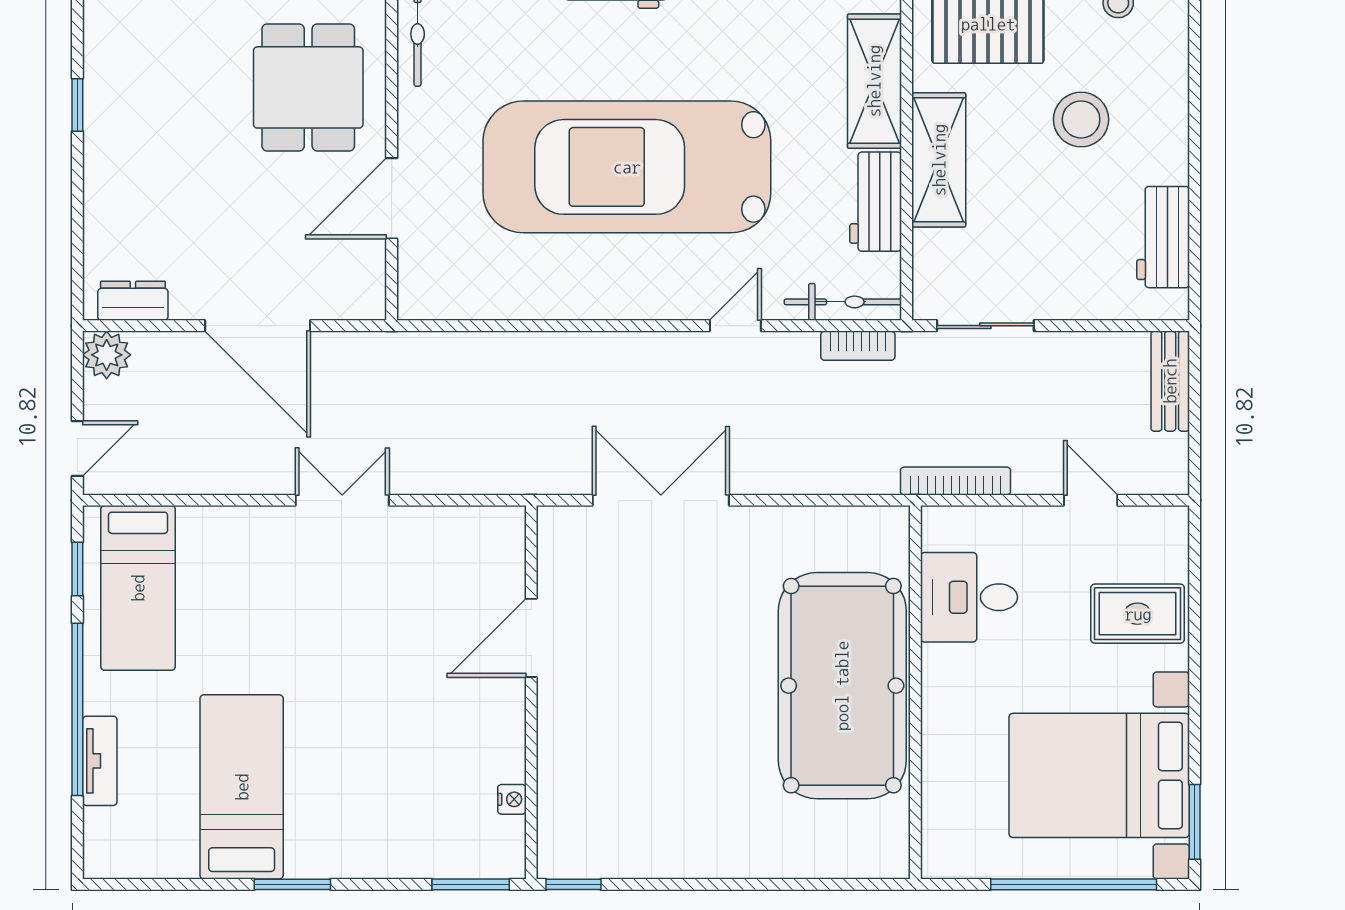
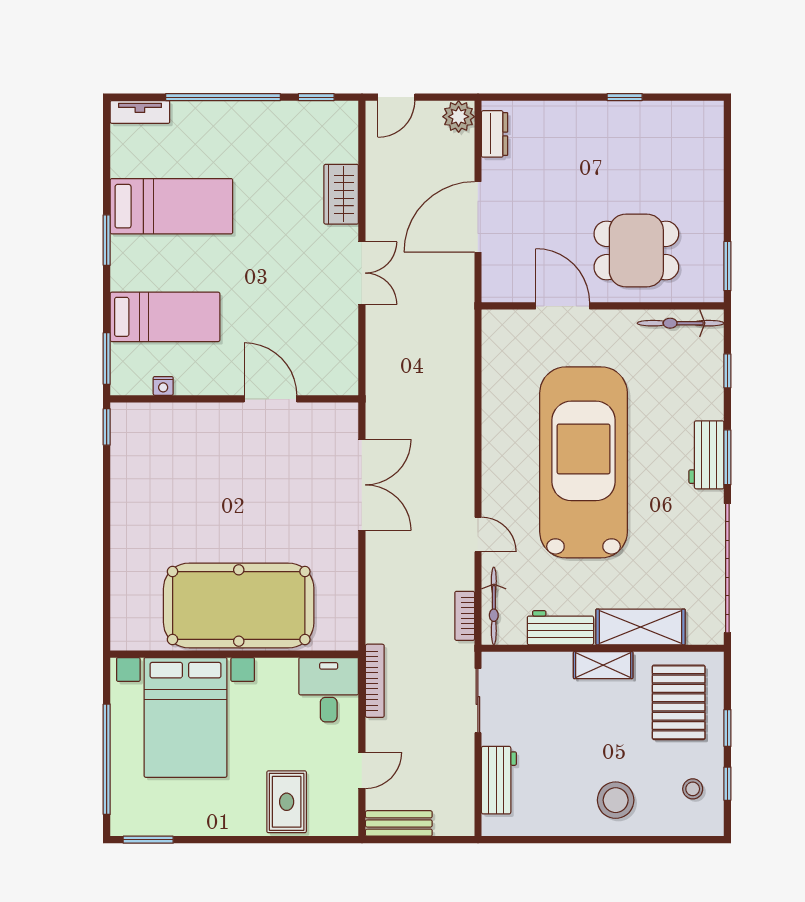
stool: (1081, 119) -> (616, 800), moved
shelving: (939, 160) -> (603, 665), width x0.67, depth x0.75
workbench: (1163, 237) -> (499, 780), moved, turned 90
bench: (1170, 381) -> (399, 823), moved
door: (77, 448) -> (396, 97), hinge flipped
wardrobe: (224, 532) -> (341, 194), added
bed: (138, 588) -> (165, 317), moved, turned 180
desk: (969, 597) -> (329, 690), moved
tv unit: (100, 761) -> (140, 112), moved
bed with nightstands: (1099, 775) -> (185, 717), moved, turned 180

